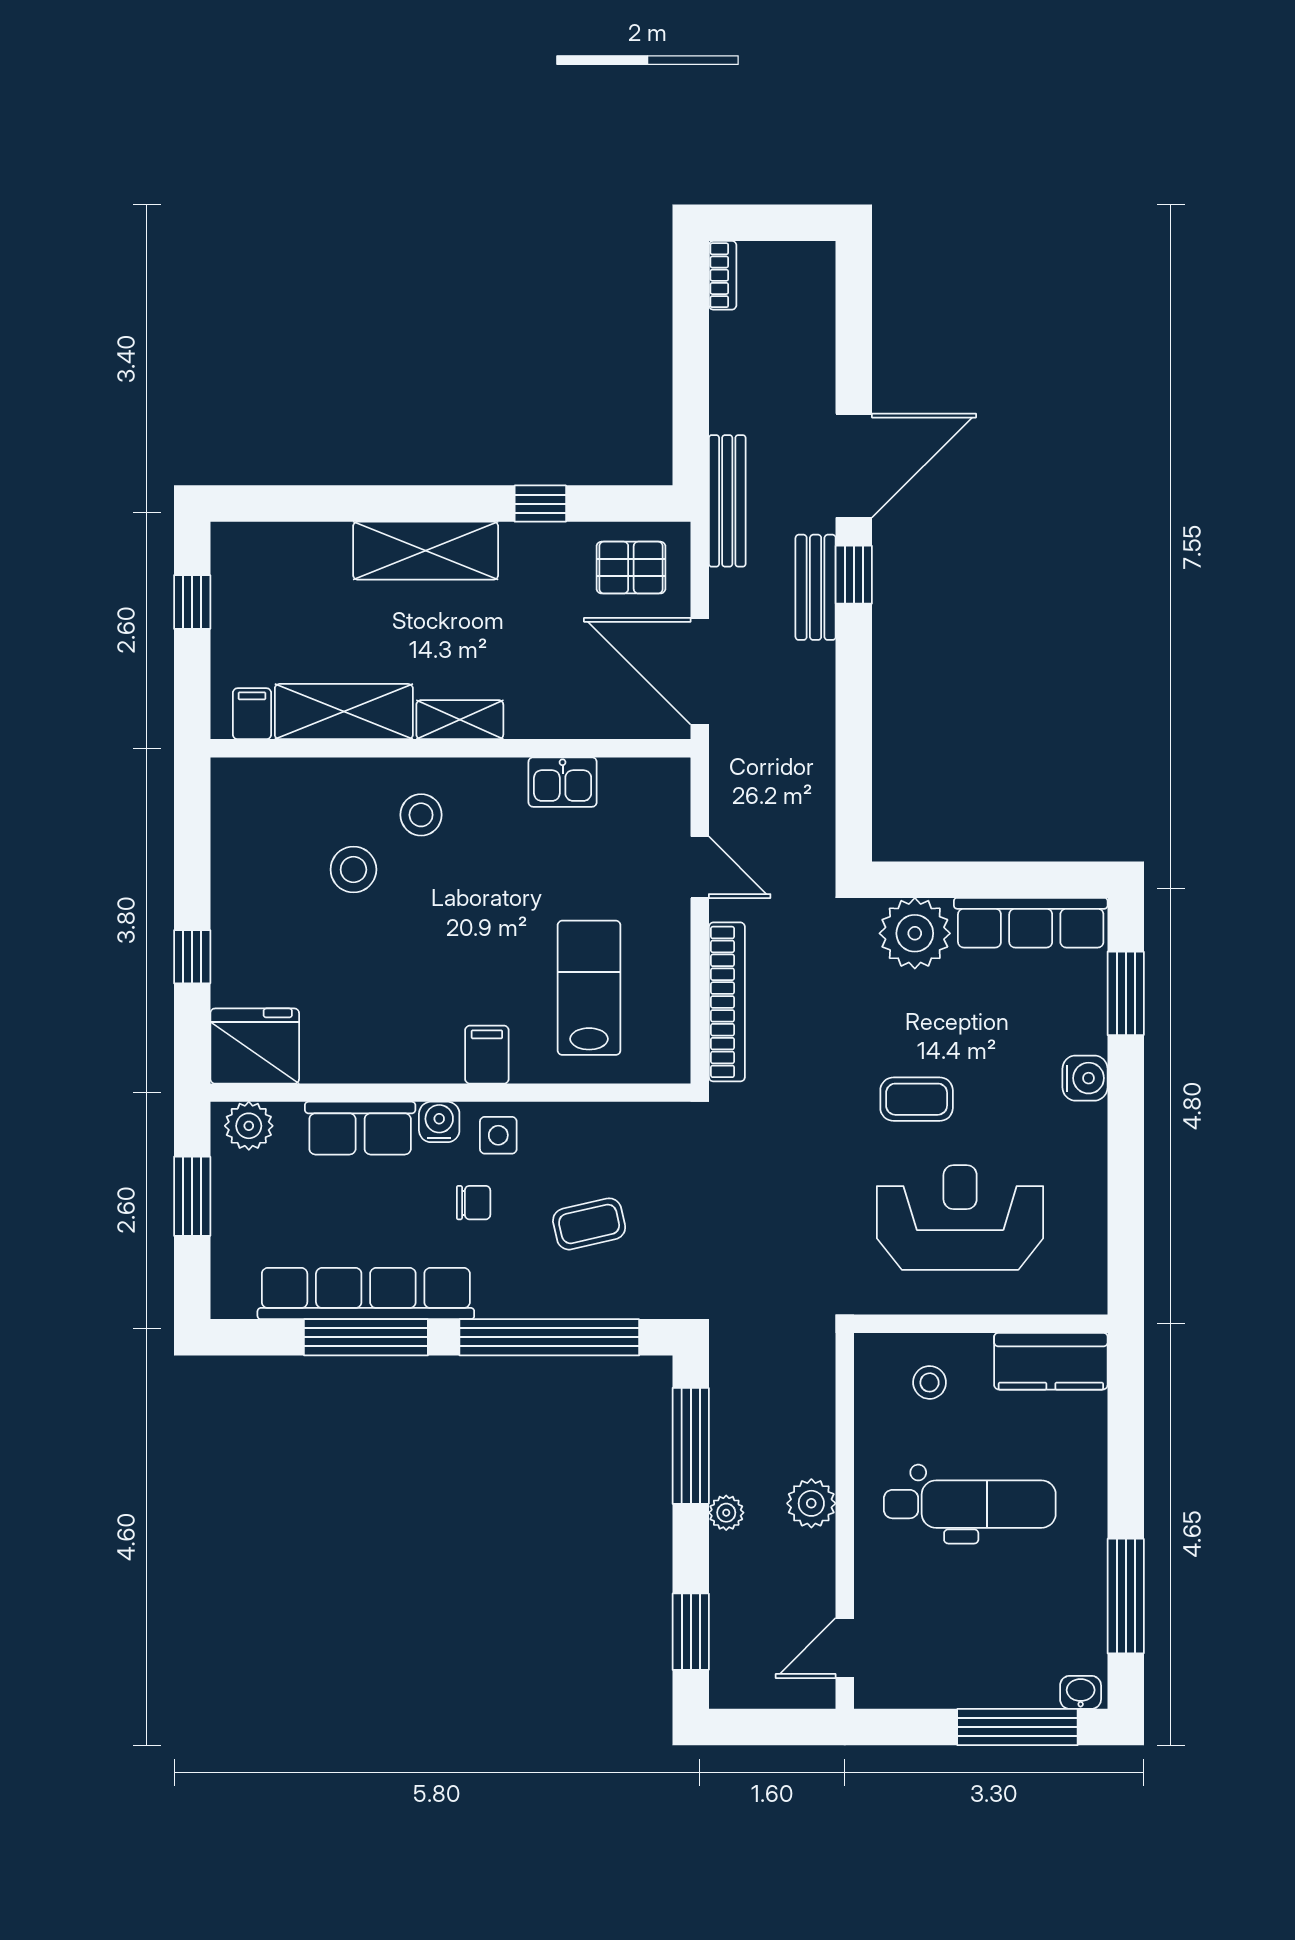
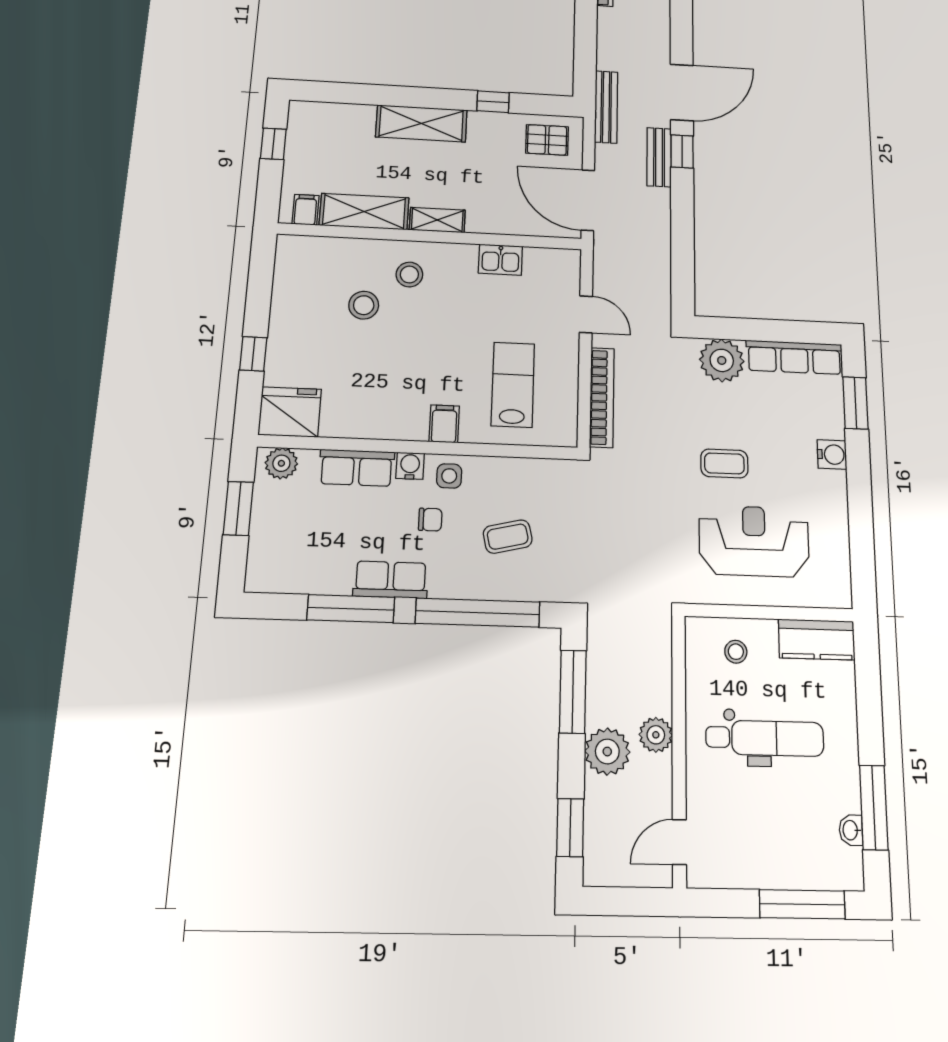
row of seats: (366, 1294) -> (391, 580), width x0.50
plant: (726, 1513) -> (607, 752), width x1.87, depth x1.87
washbasin: (1081, 1692) -> (851, 830), moved, turned -90

